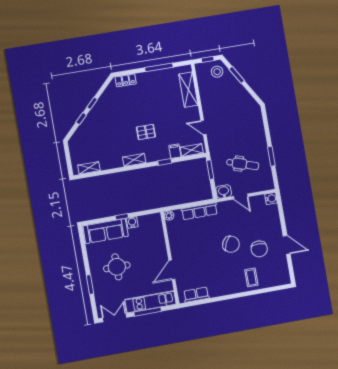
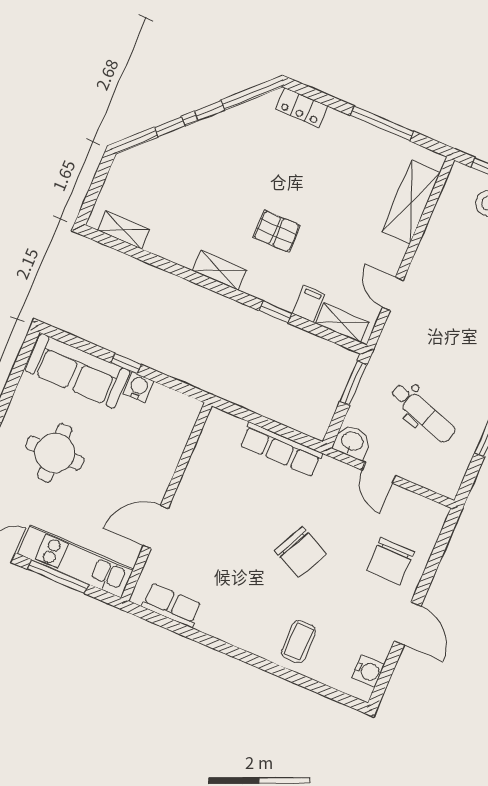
water cooler: (271, 199) -> (368, 671), moved
plant: (169, 216) -> (217, 420), removed
chair: (259, 249) -> (391, 561), moved

